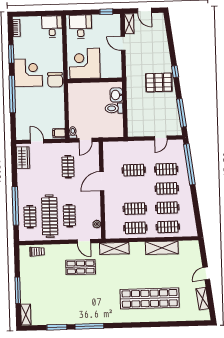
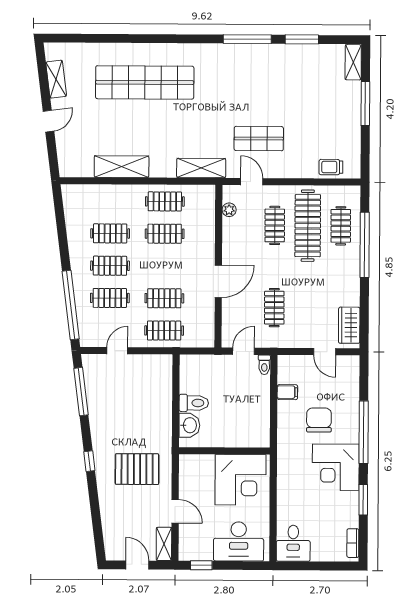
desk: (81, 27) -> (239, 541), width x1.37
chair: (55, 80) -> (319, 420), moved
pallet: (159, 82) -> (137, 469), moved
filing cabinet: (59, 133) -> (287, 392), moved
clothes rail: (168, 227) -> (164, 331), moved

